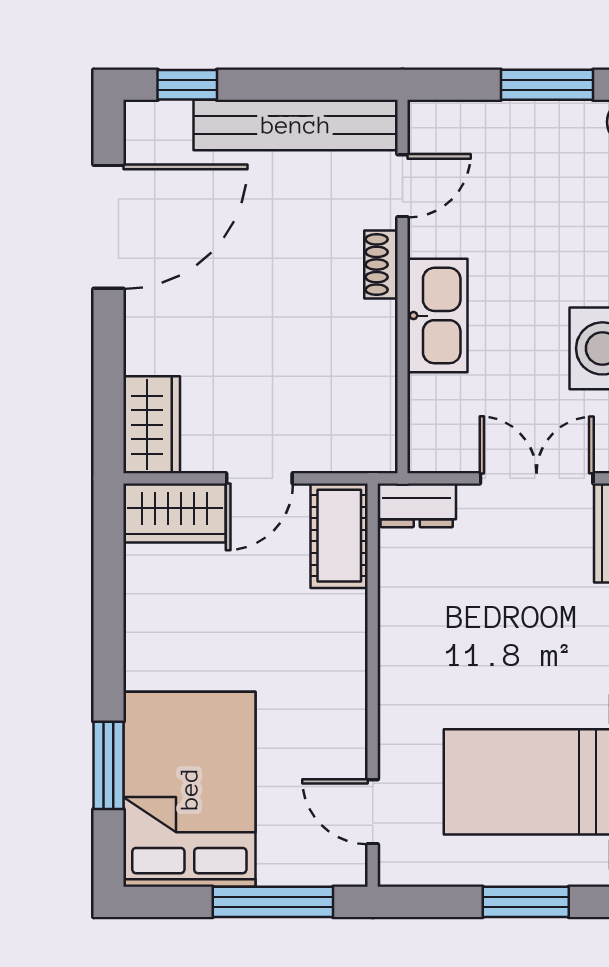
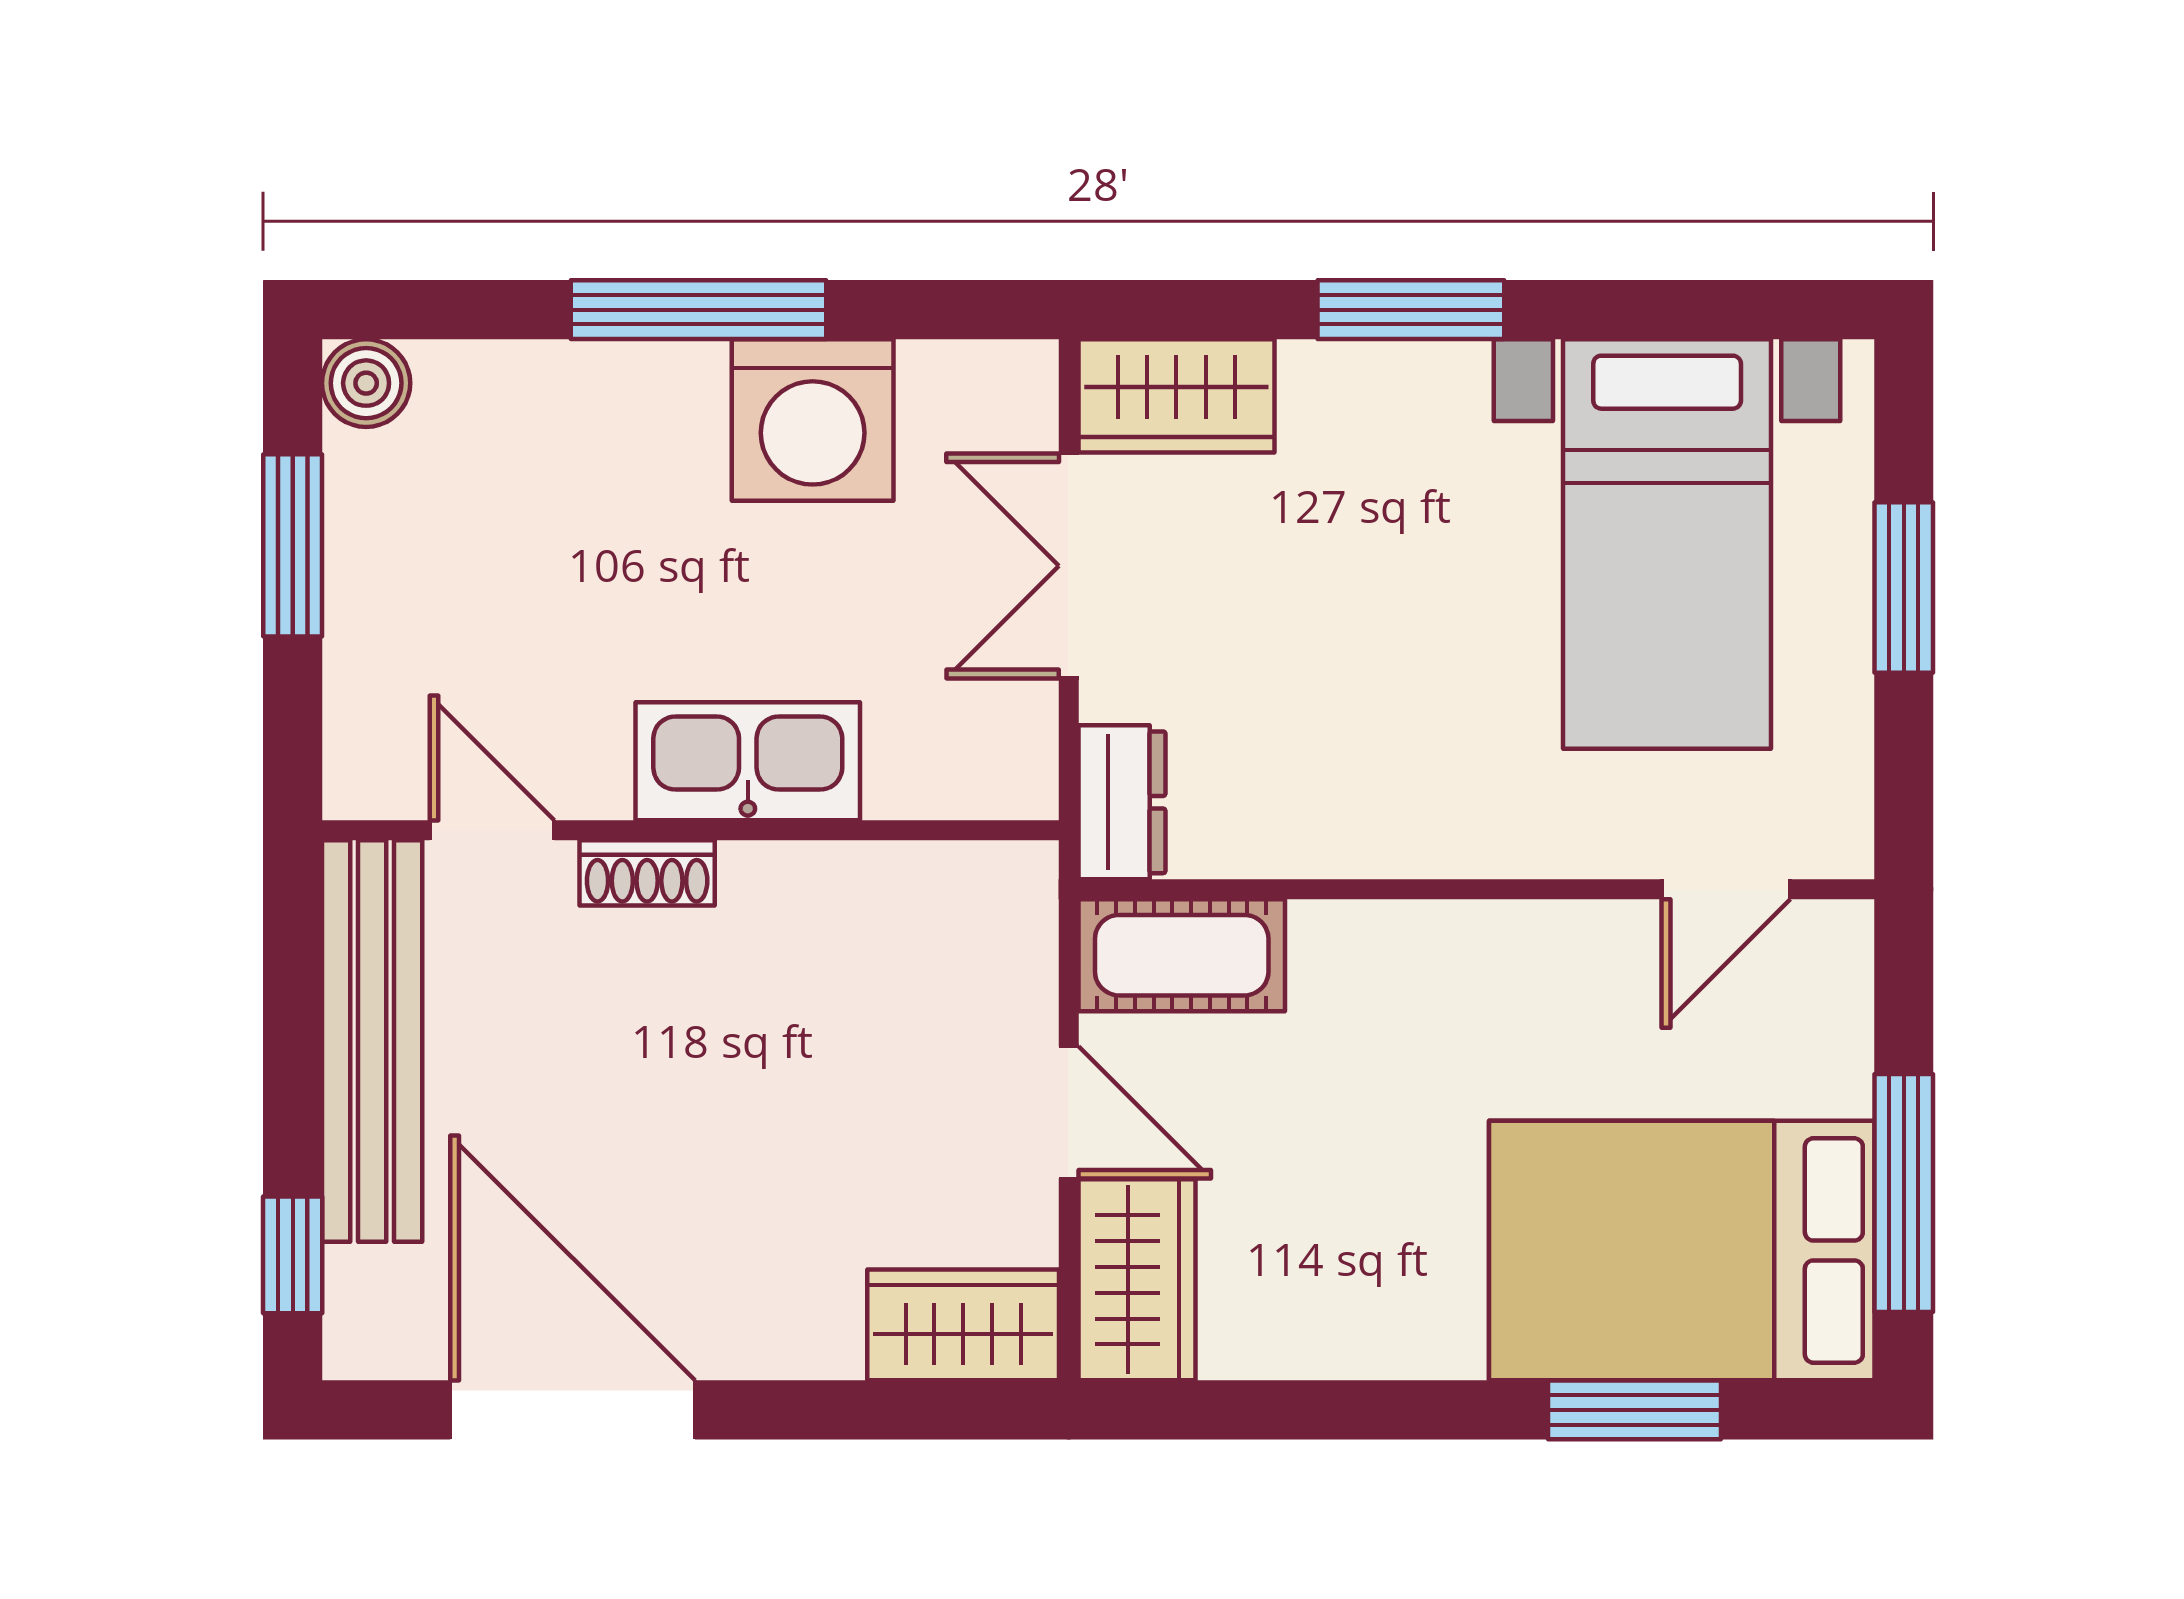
window: (273, 902) -> (1904, 1193), moved

